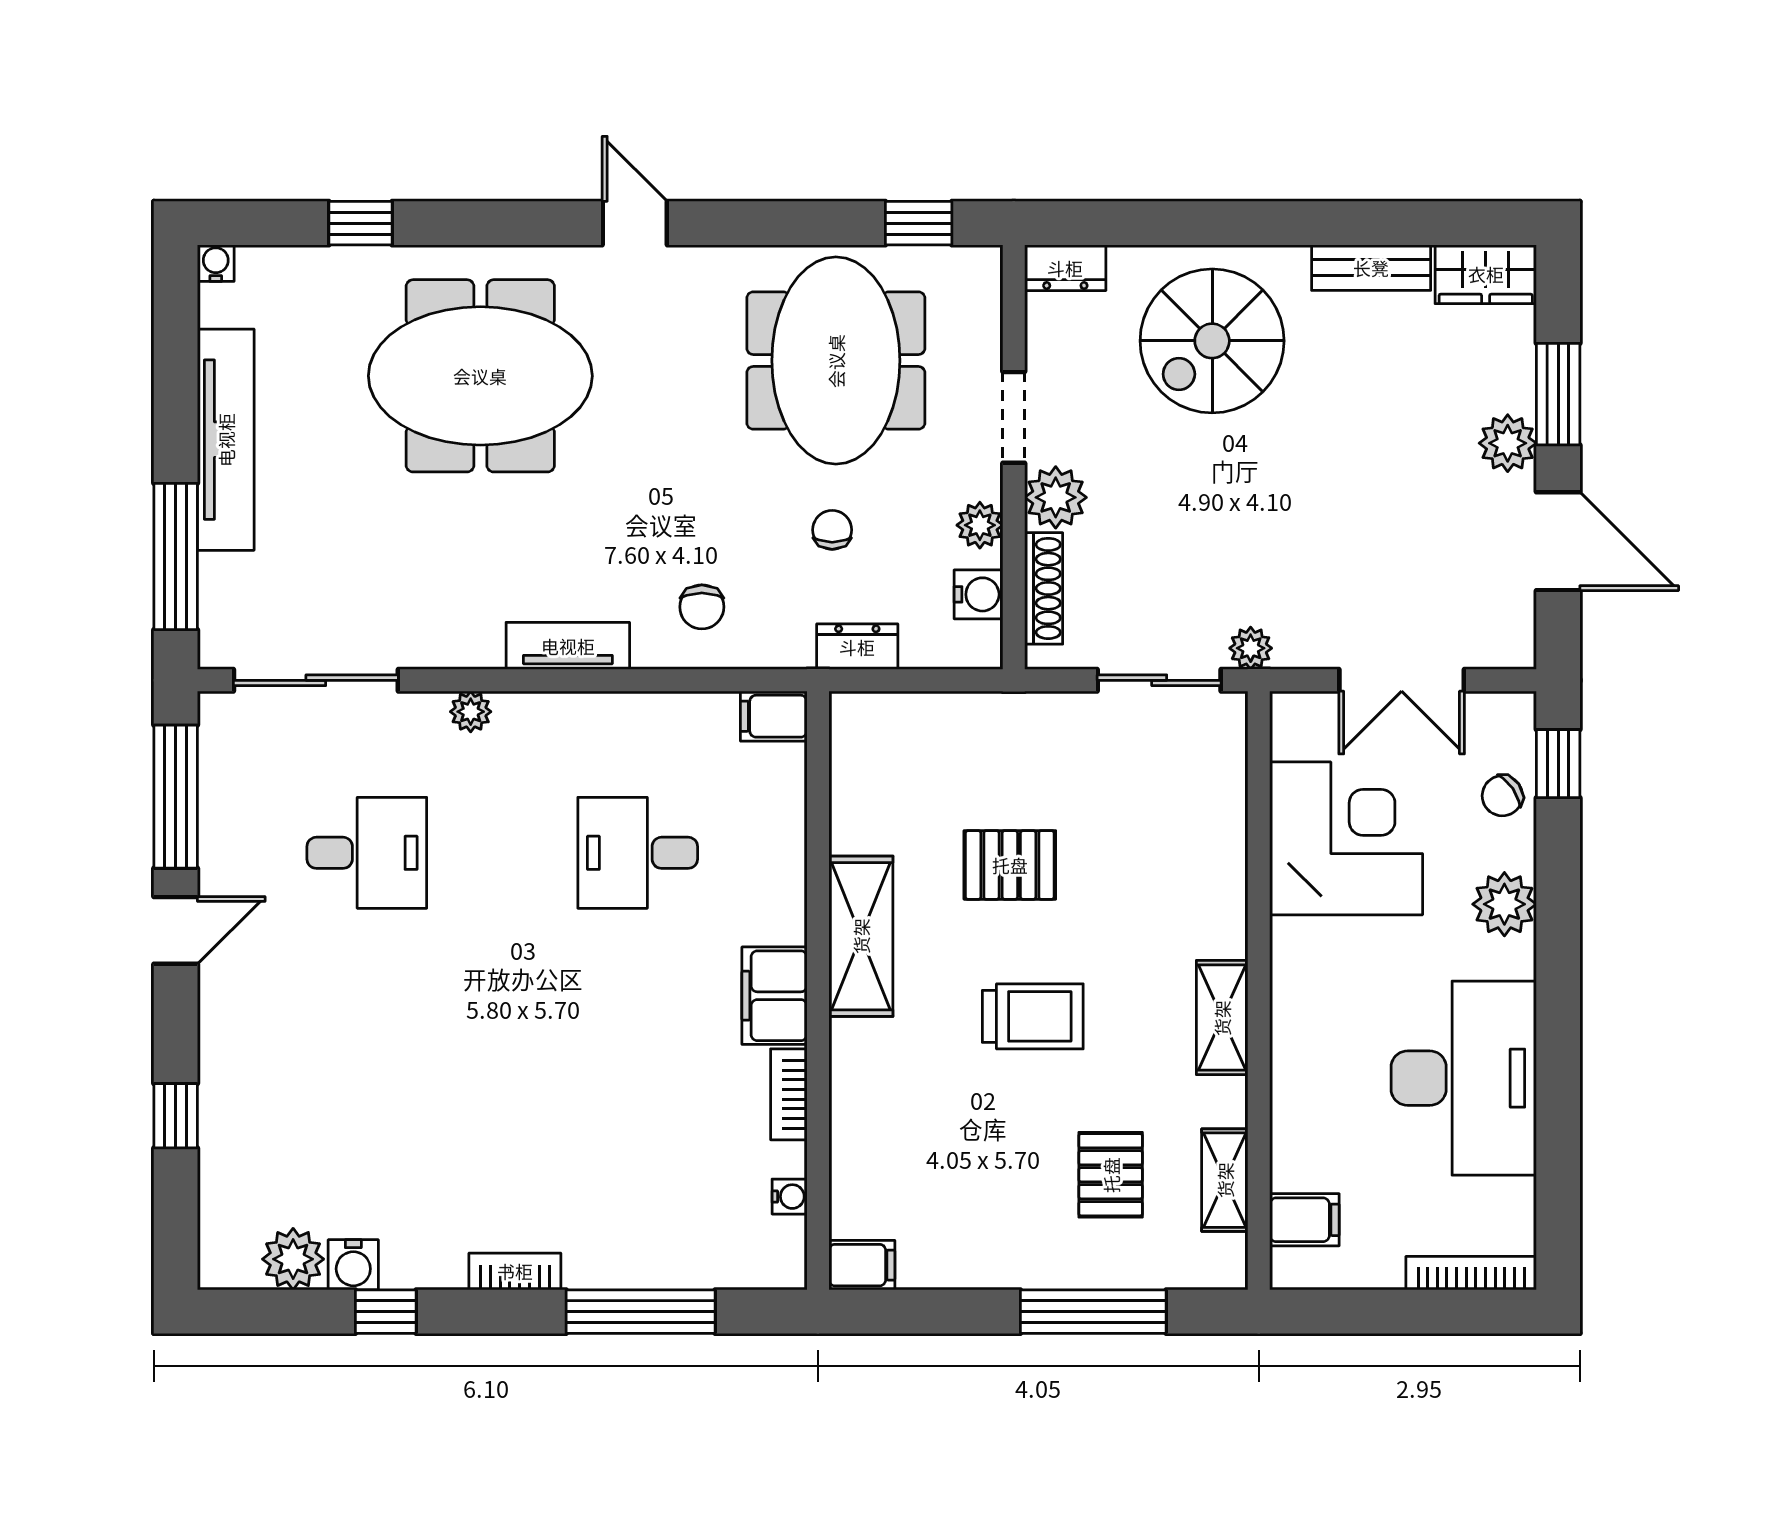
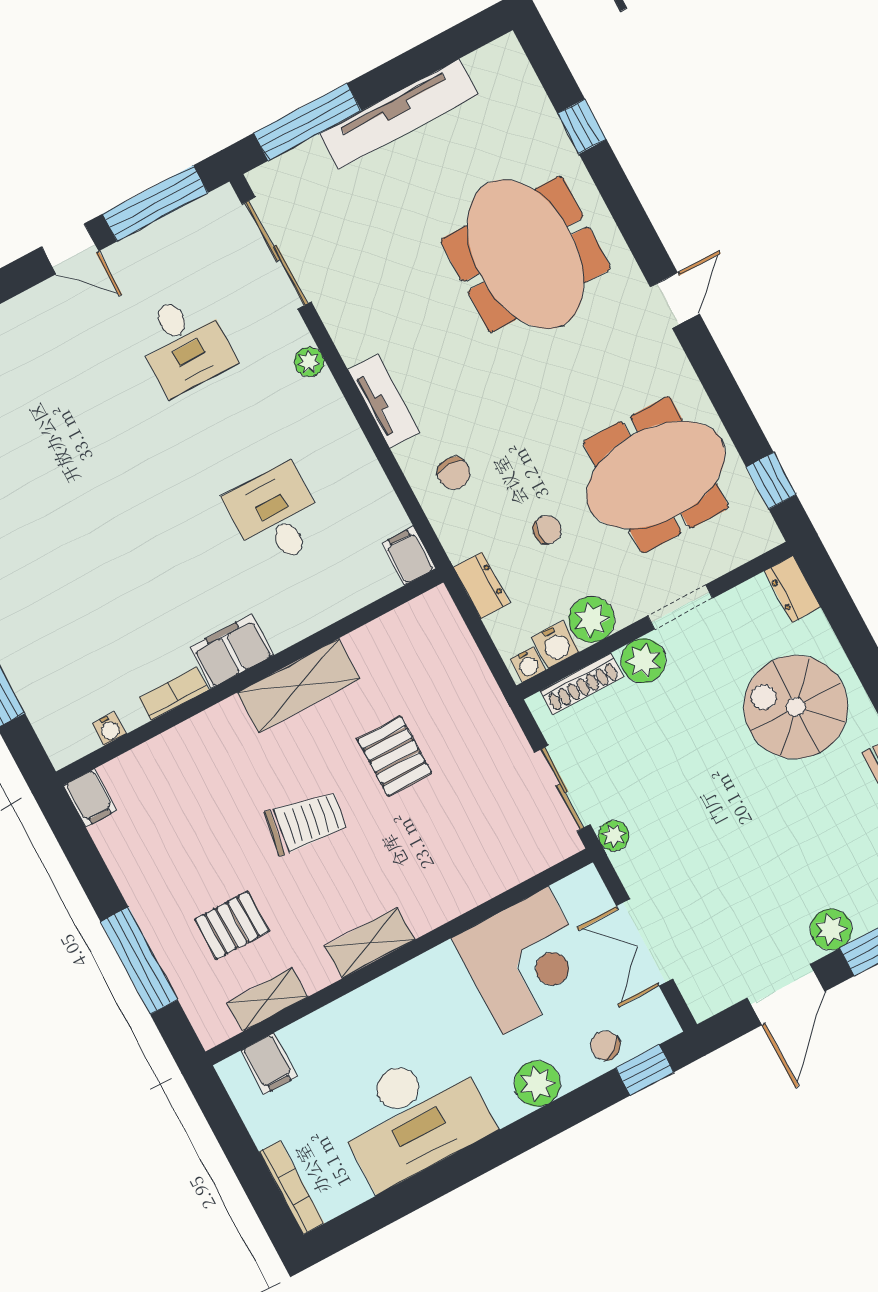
water cooler: (216, 263) -> (528, 664), moved, turned 90
plant: (980, 525) -> (592, 619), width x1.38, depth x1.38
chair: (702, 607) -> (454, 473), turned -90
trolley: (1033, 1016) -> (306, 822), turned -81

